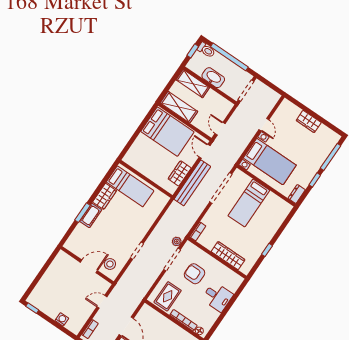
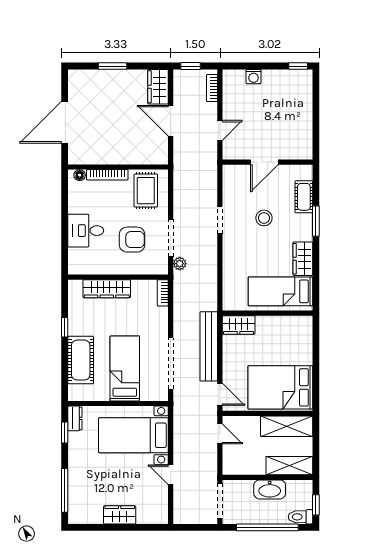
wardrobe: (180, 173) -> (239, 325), moved, turned 90
window: (315, 180) -> (65, 433), moved
cot: (91, 215) -> (304, 197), moved
cot: (271, 225) -> (81, 360), added
stool: (110, 264) -> (264, 218), moved

